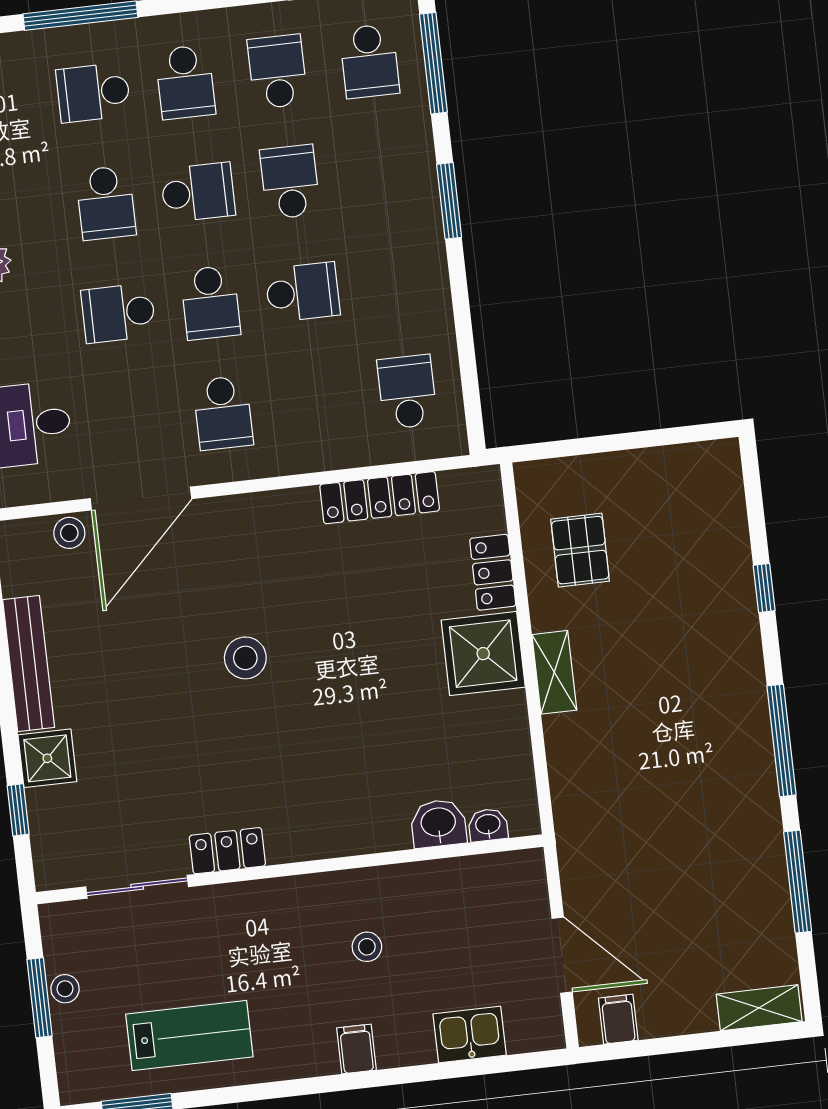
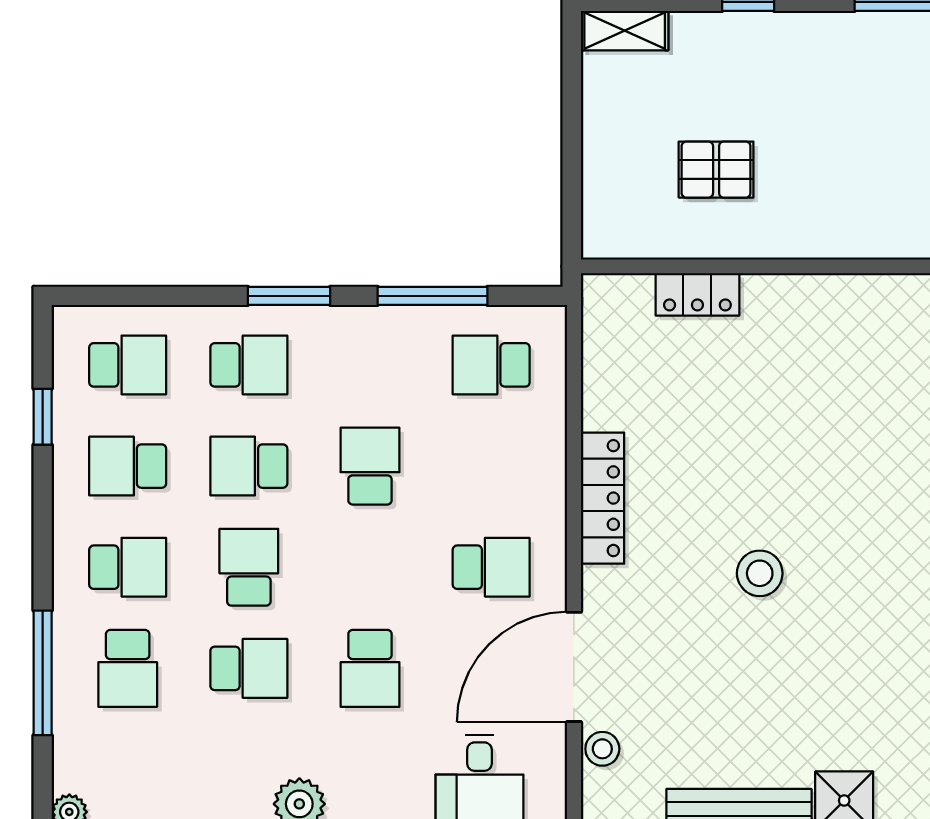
window: (433, 63) -> (432, 296), moved
school desk: (210, 303) -> (249, 365), moved
locker: (380, 498) -> (602, 498), moved
door: (141, 499) -> (574, 667), swing flipped
pallet: (580, 550) -> (716, 170), moved
shower: (483, 654) -> (784, 315), removed
shelving: (554, 672) -> (625, 31), moved

